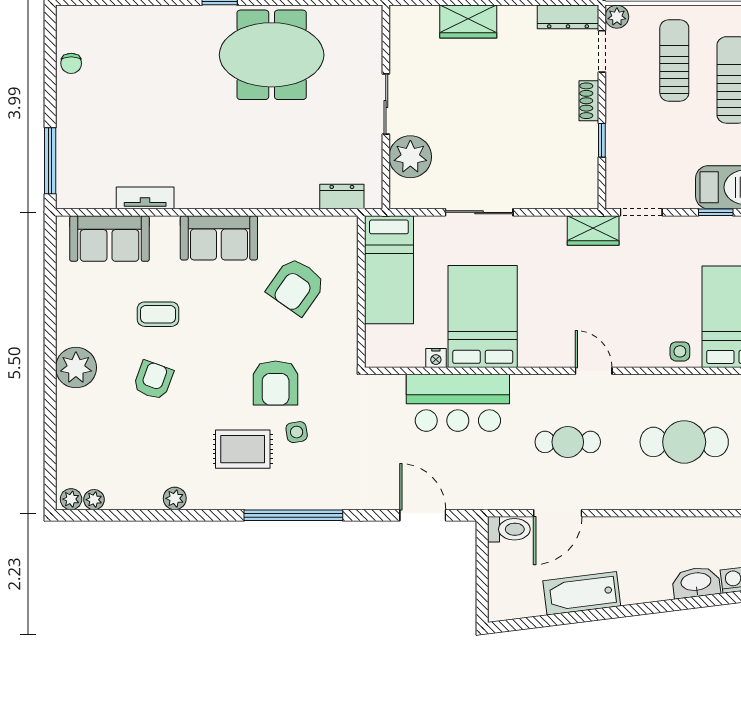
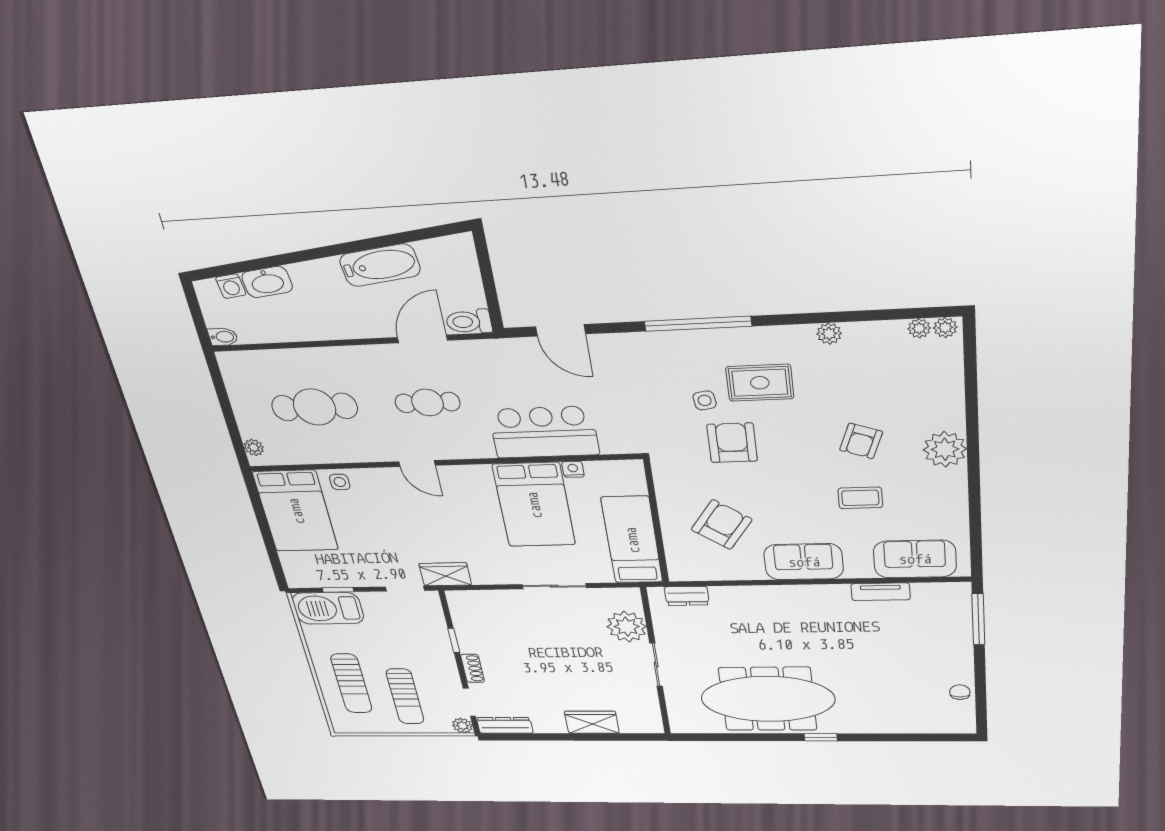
meeting table: (272, 55) -> (768, 699), width x1.36

